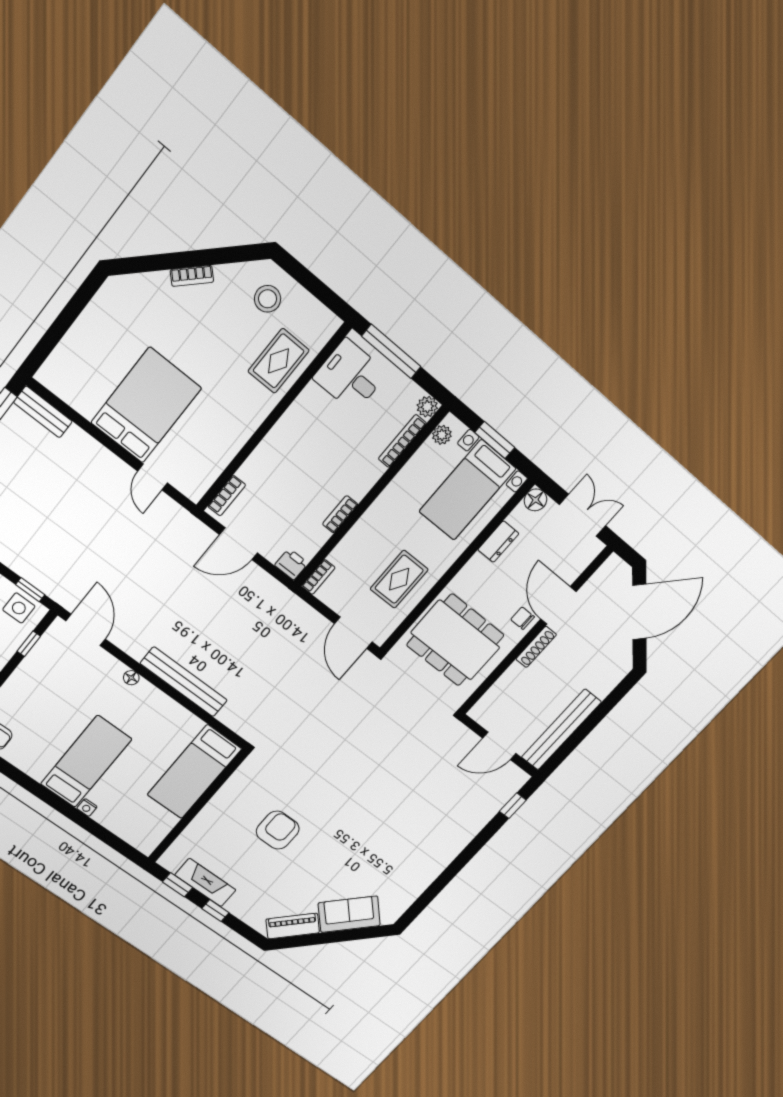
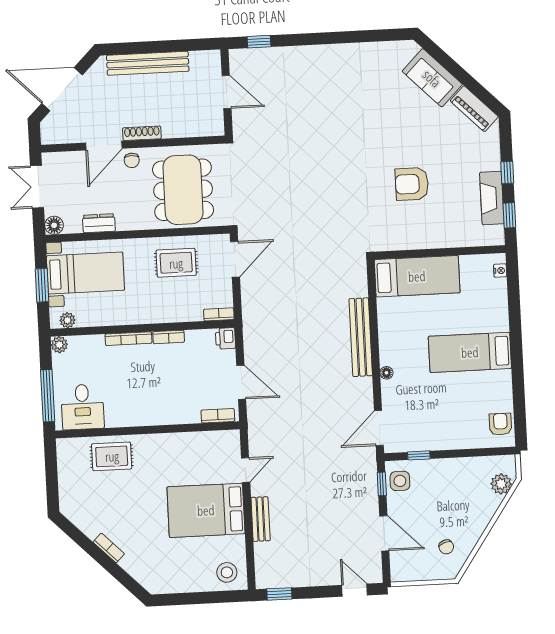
stool: (268, 299) -> (227, 572), moved
bench: (43, 412) -> (261, 519), moved
bookcase: (402, 441) -> (128, 339), moved
bench: (561, 730) -> (148, 63), moved
nightstand: (87, 808) -> (500, 271), moved

